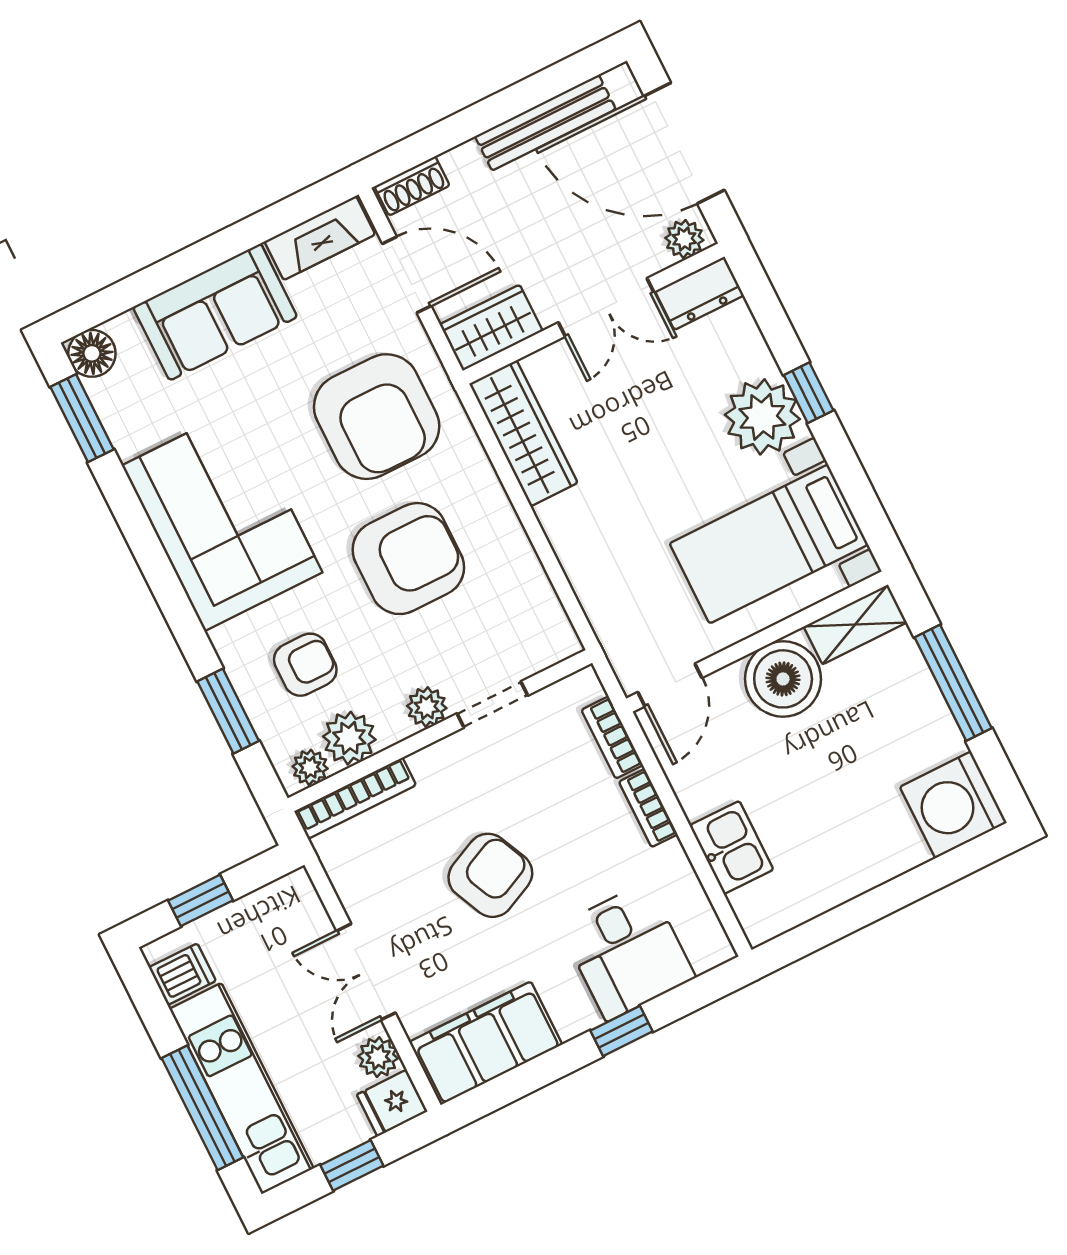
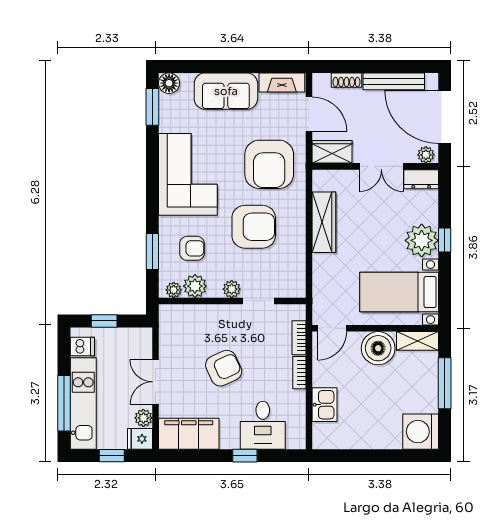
shoe rack: (412, 186) -> (347, 80), moved
wardrobe: (523, 433) -> (324, 222), moved
bookcase: (355, 798) -> (185, 311), removed

